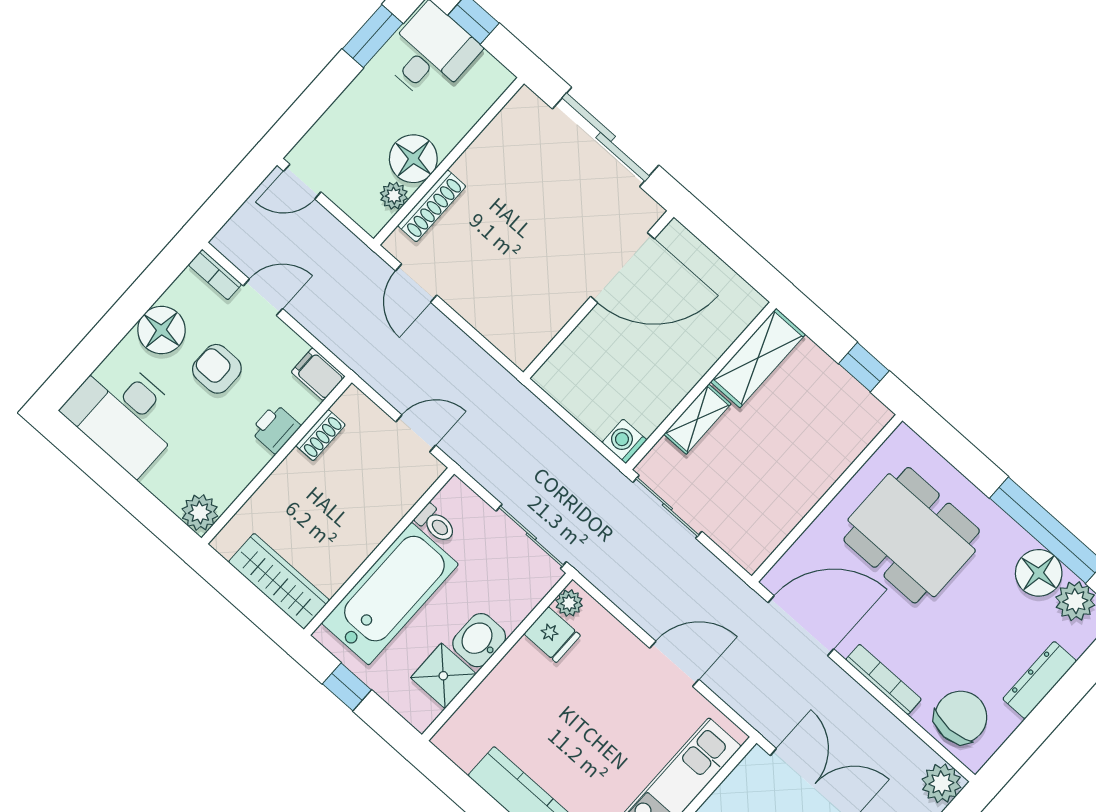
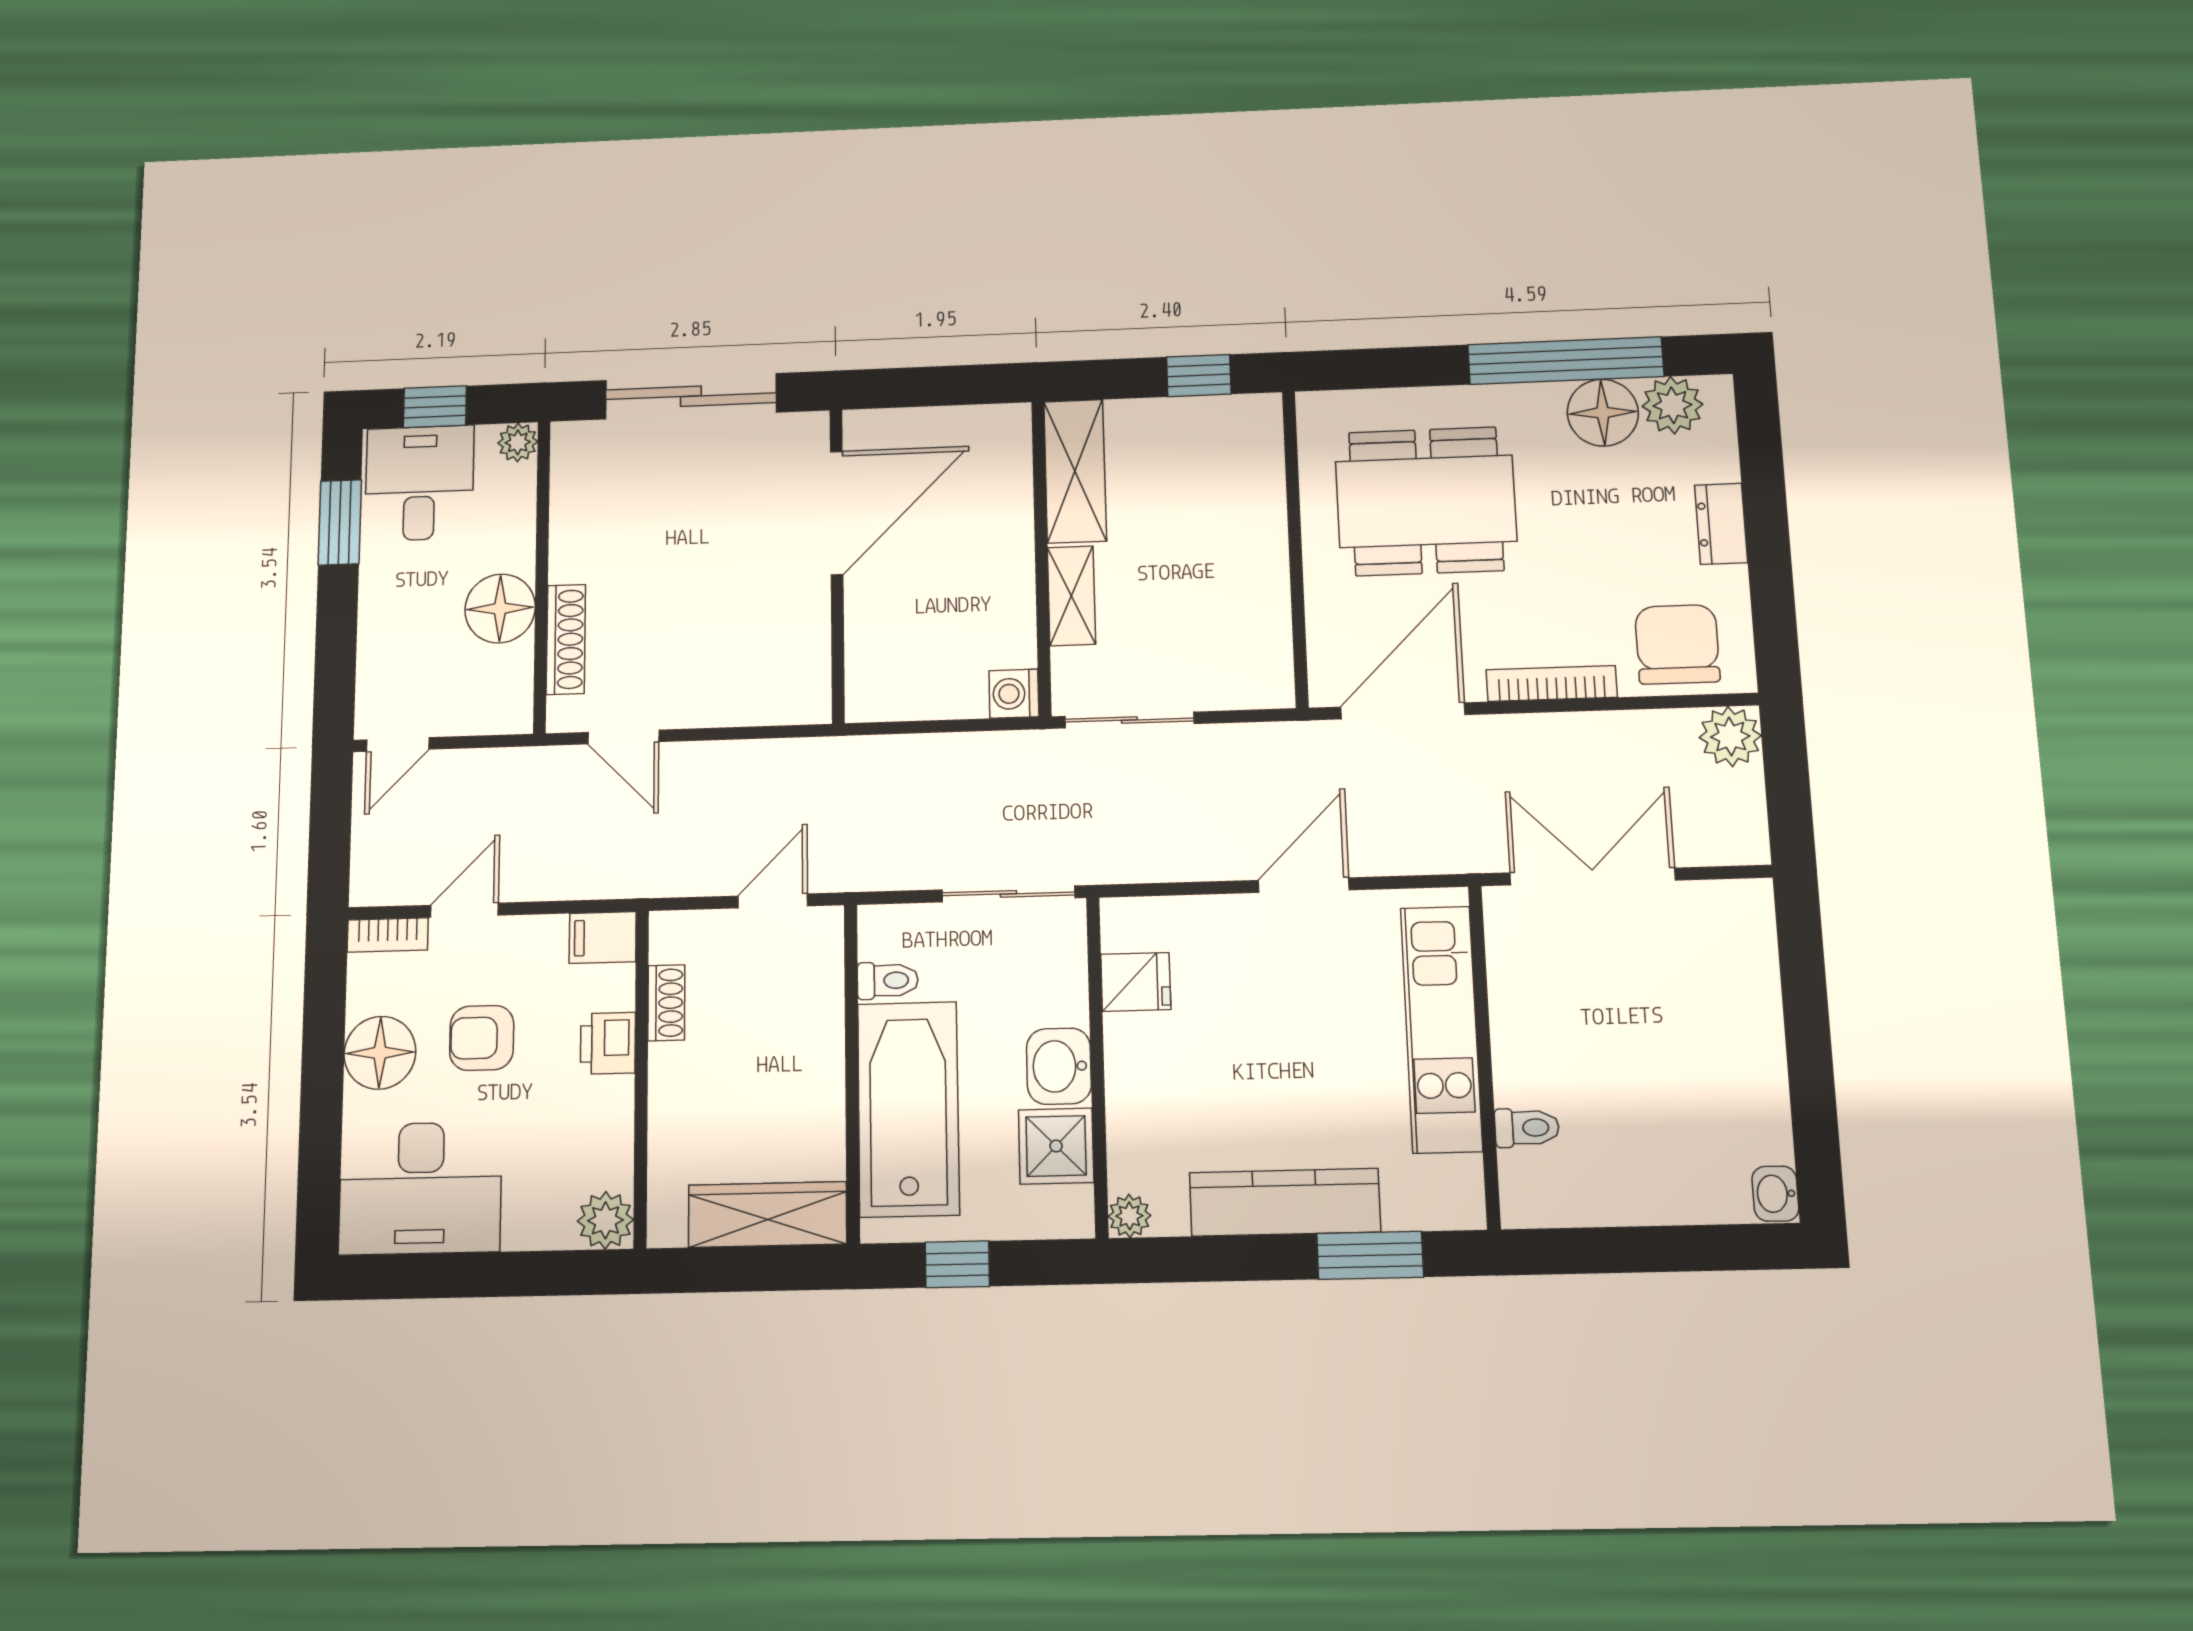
plant: (394, 196) -> (518, 442), moved
plant: (569, 603) -> (1129, 1216), moved
dresser: (1040, 680) -> (1721, 524), width x0.70

